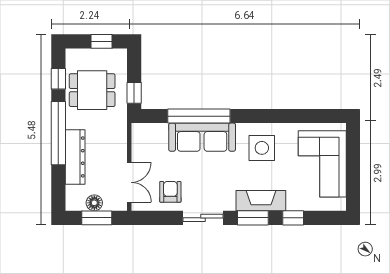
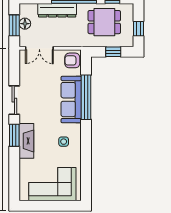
dining table: (92, 90) -> (104, 22), turned 90
window: (134, 93) -> (113, 52), moved
side table: (262, 148) -> (64, 142), width x0.54, depth x0.54
armchair: (170, 192) -> (72, 60), moved, turned 180
window: (293, 218) -> (14, 164), removed

